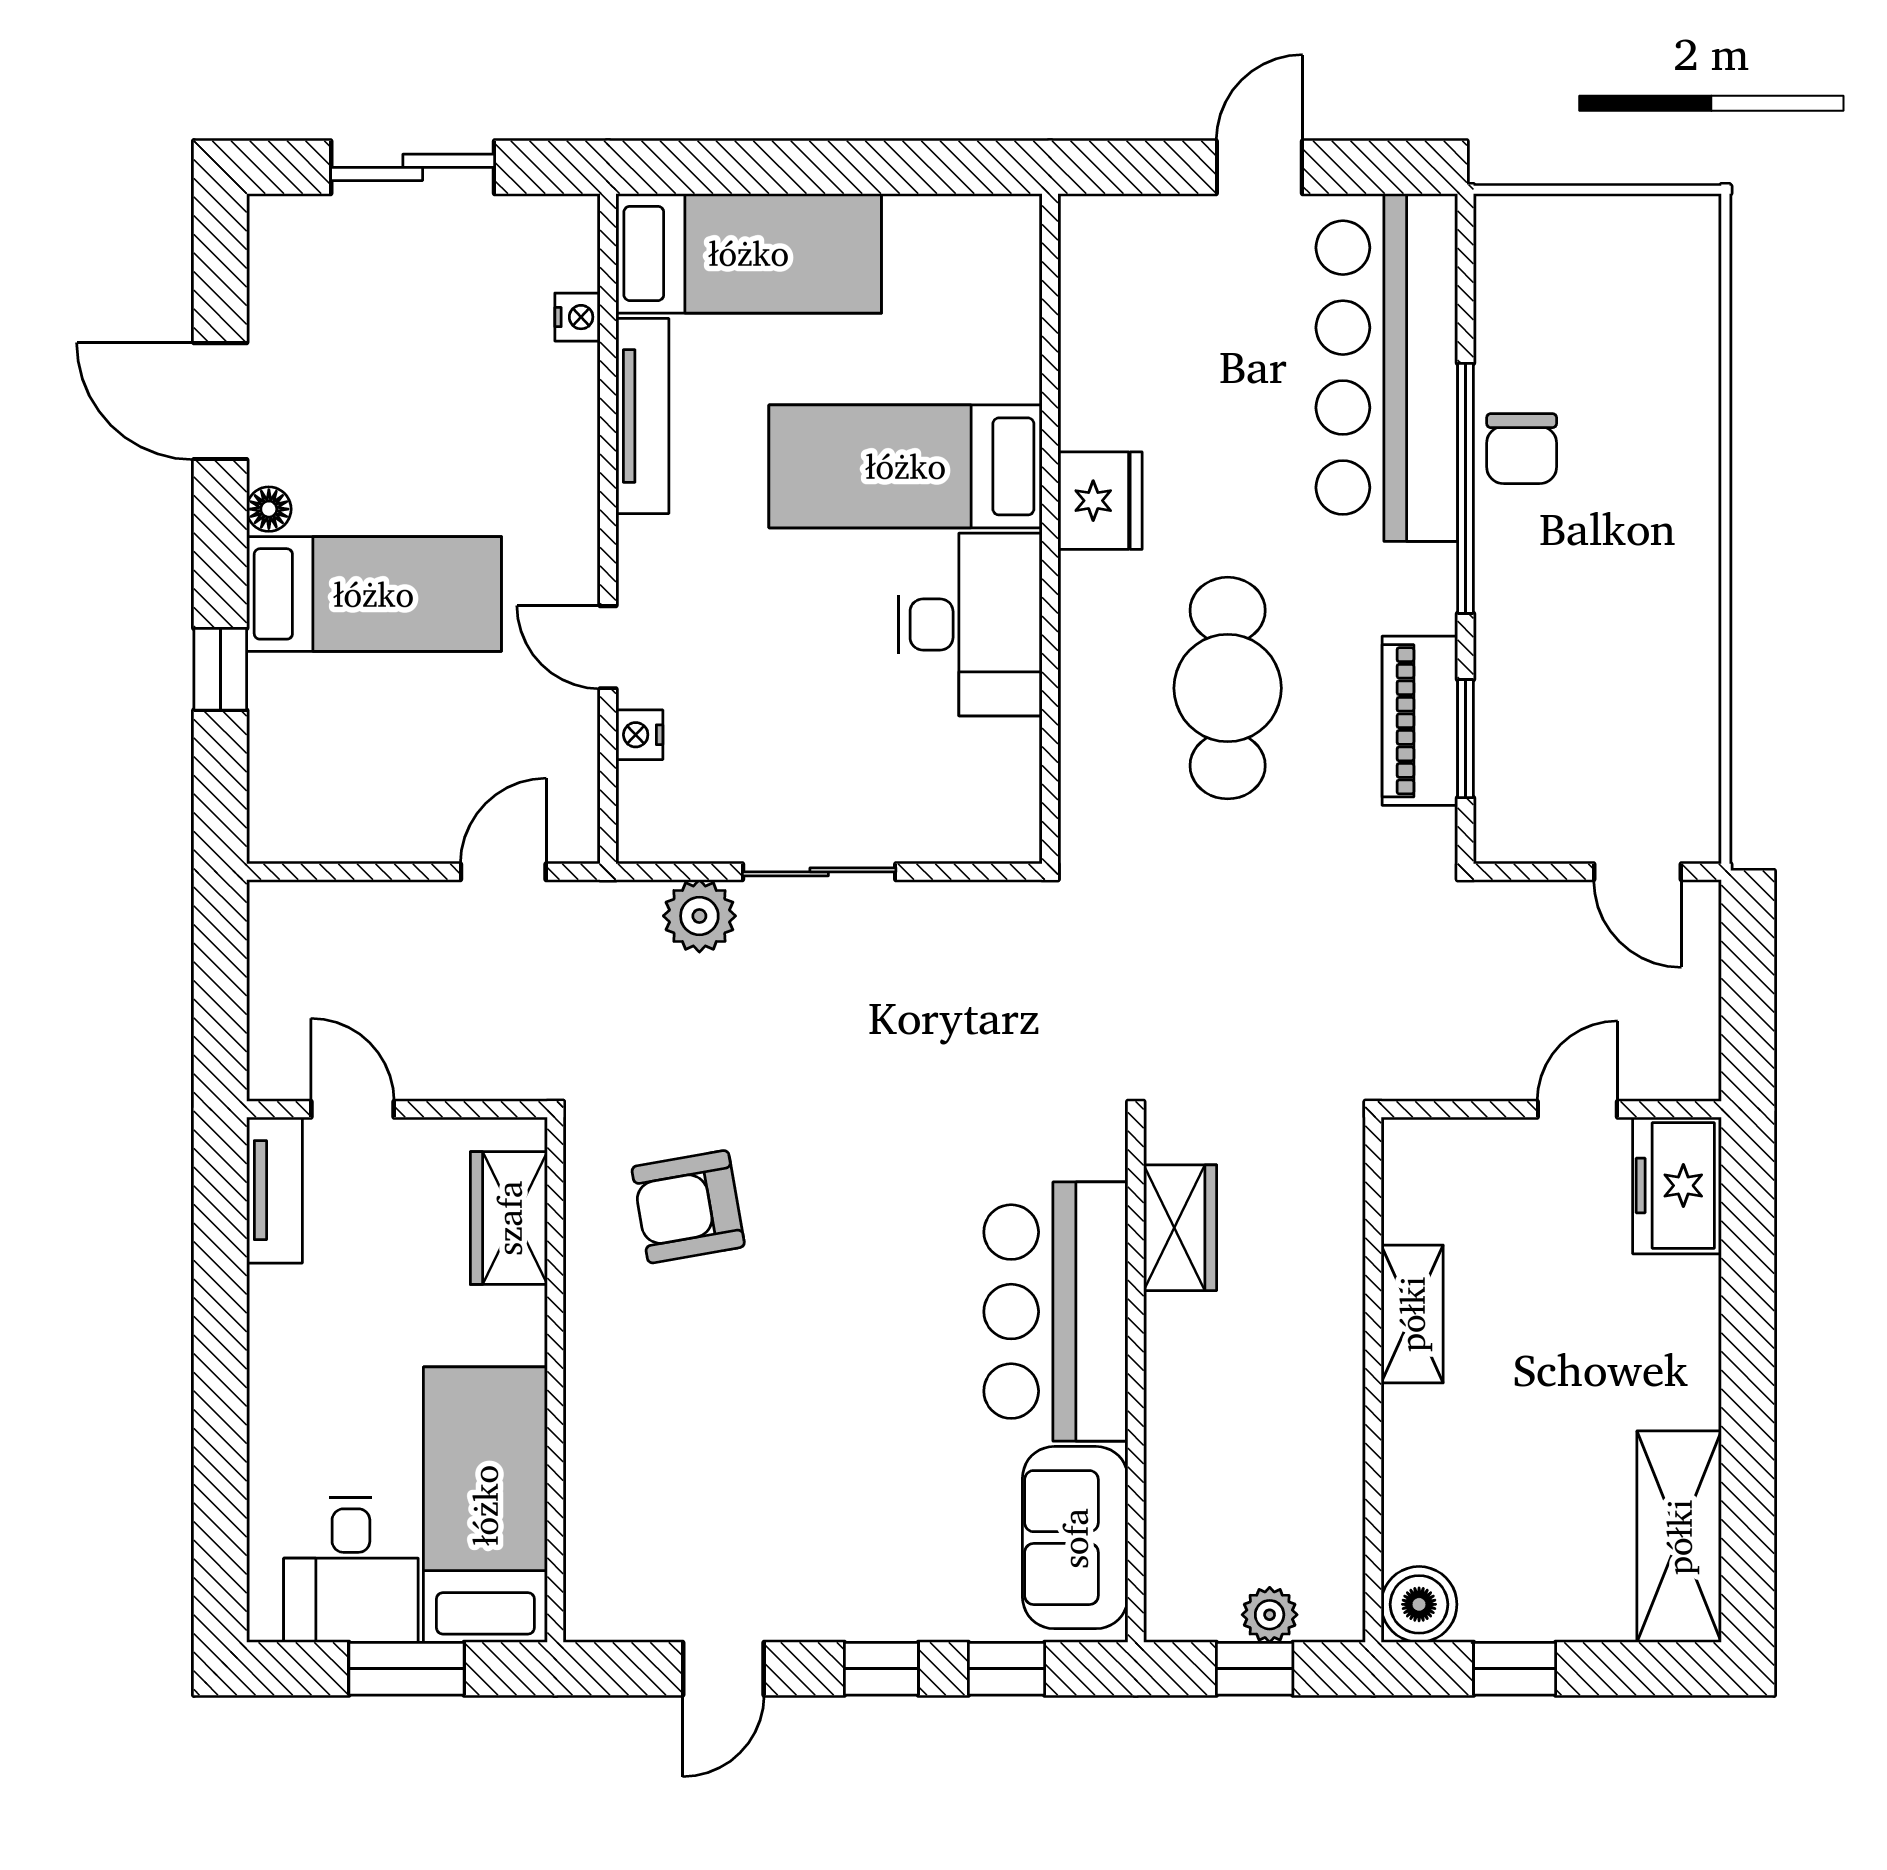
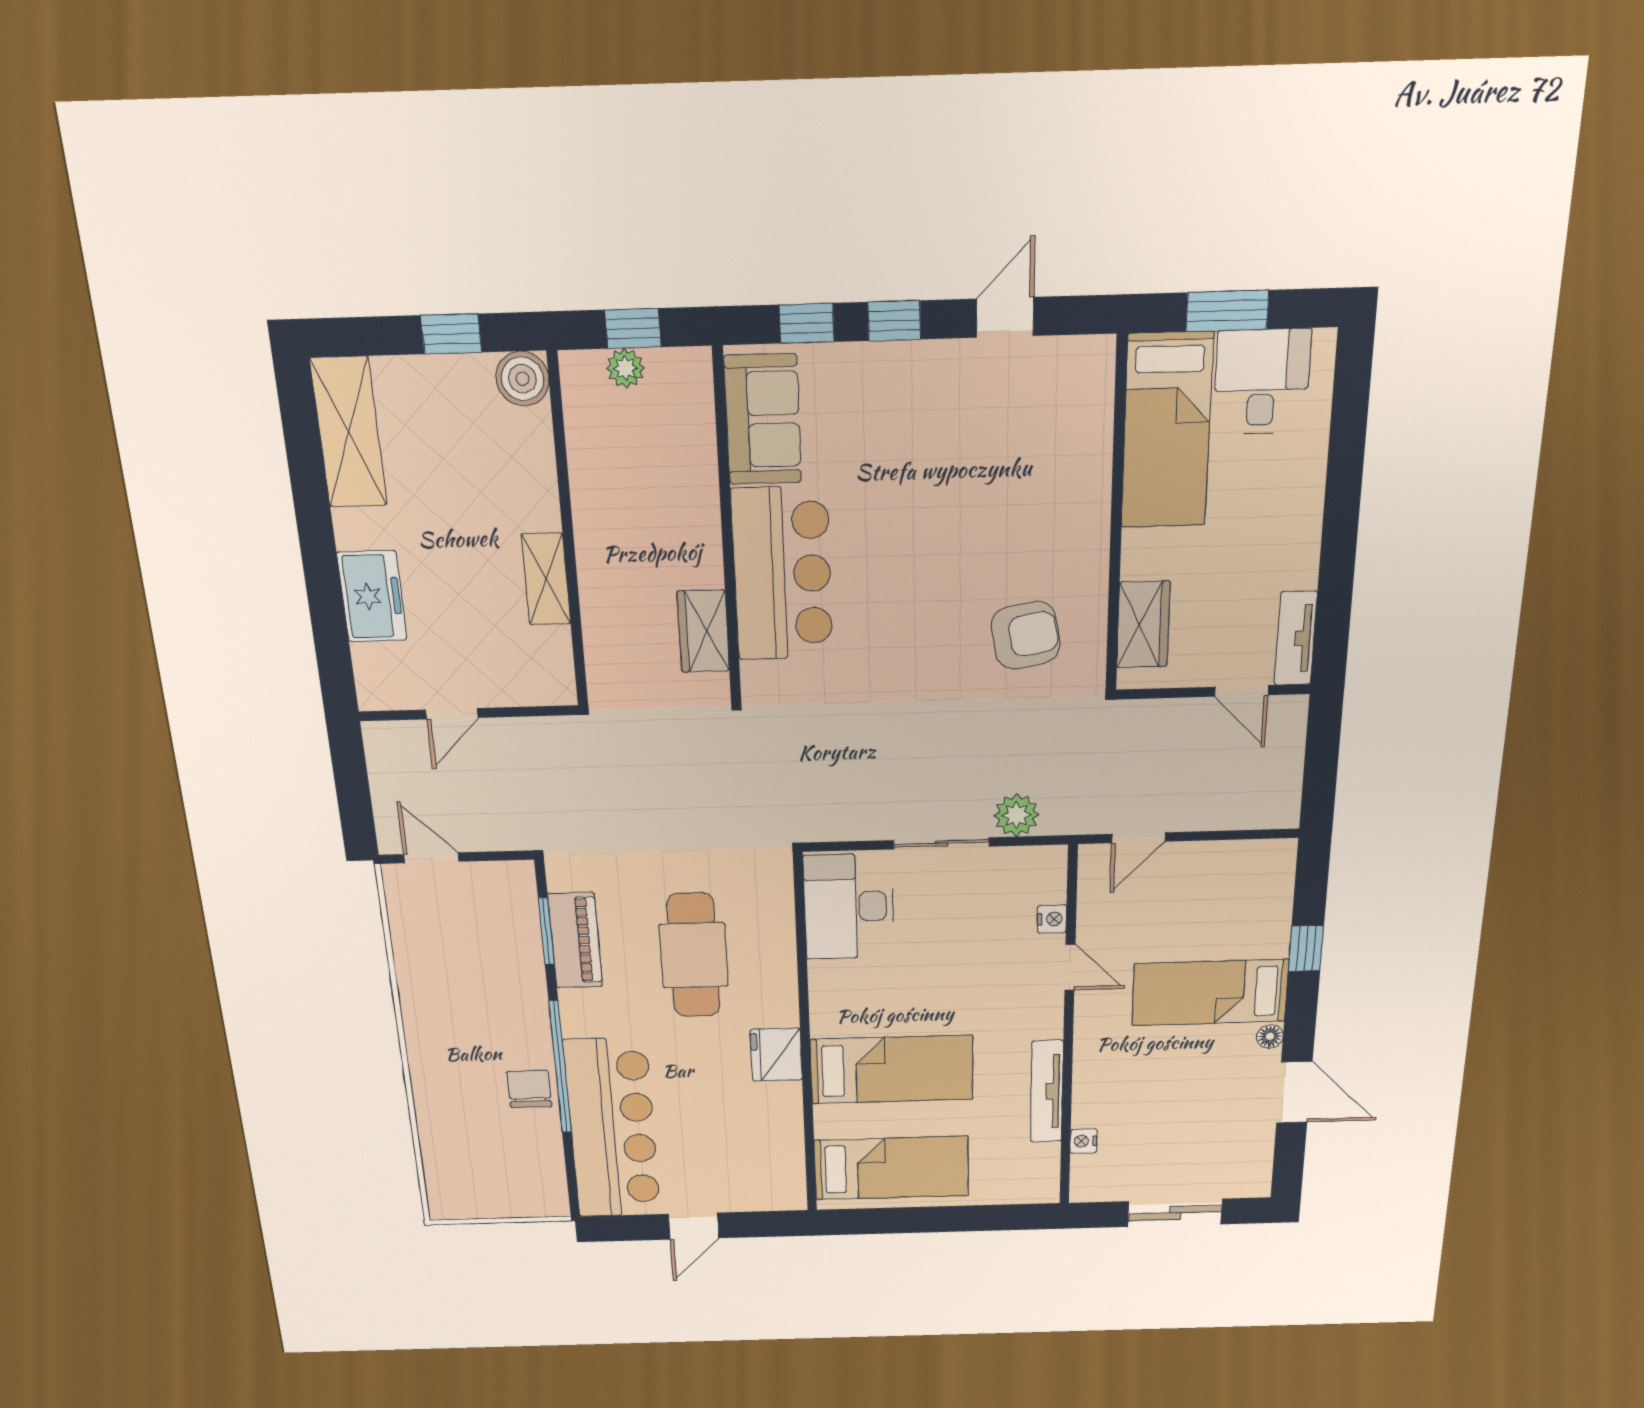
bed: (749, 253) -> (892, 1168), moved, turned 180
desk: (970, 624) -> (849, 907), moved
freezer: (1677, 1186) -> (372, 596), moved

